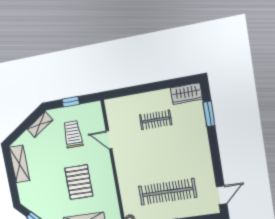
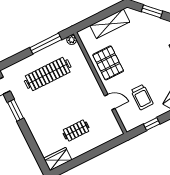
window: (209, 114) -> (16, 110), moved
pallet: (79, 182) -> (108, 63), moved

